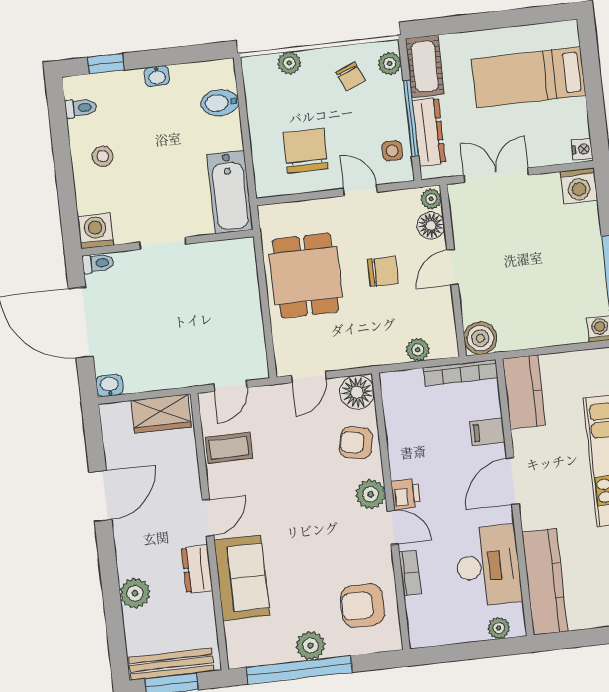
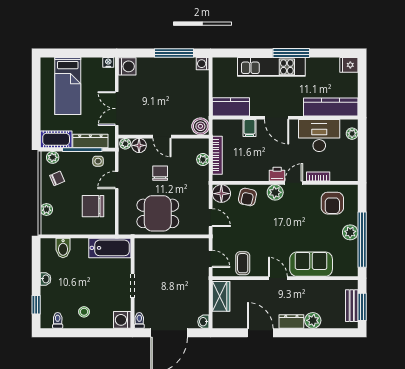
bookcase: (460, 373) -> (217, 155), moved
dresser: (197, 569) -> (291, 322), moved, turned 180
bench: (171, 664) -> (352, 306), width x0.73

